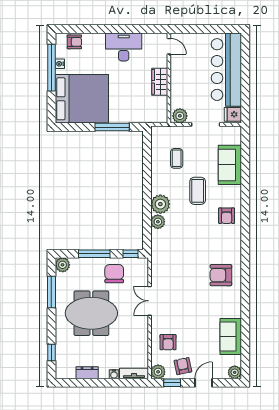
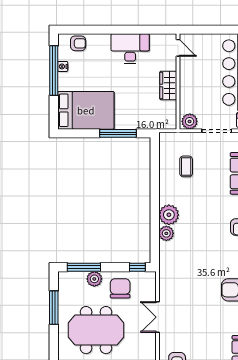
bed: (82, 99) -> (86, 110), width x0.73
coffee table: (198, 191) -> (208, 201), removed
window: (94, 254) -> (84, 267), moved
plant: (63, 265) -> (94, 279), moved

